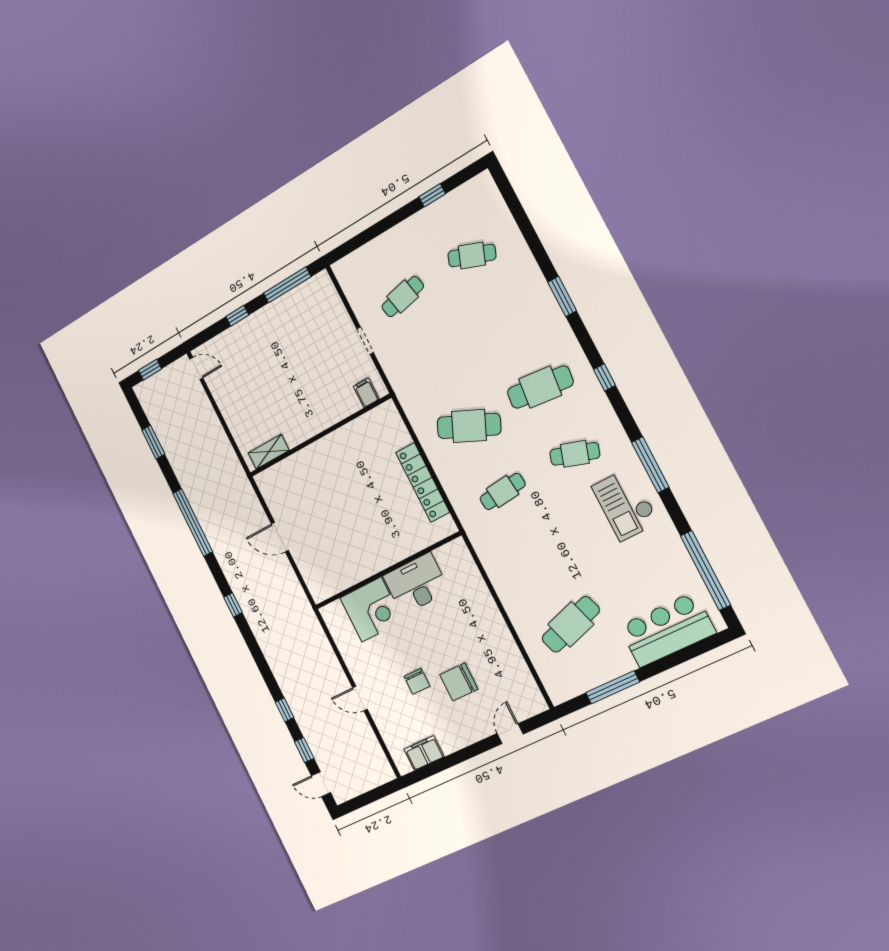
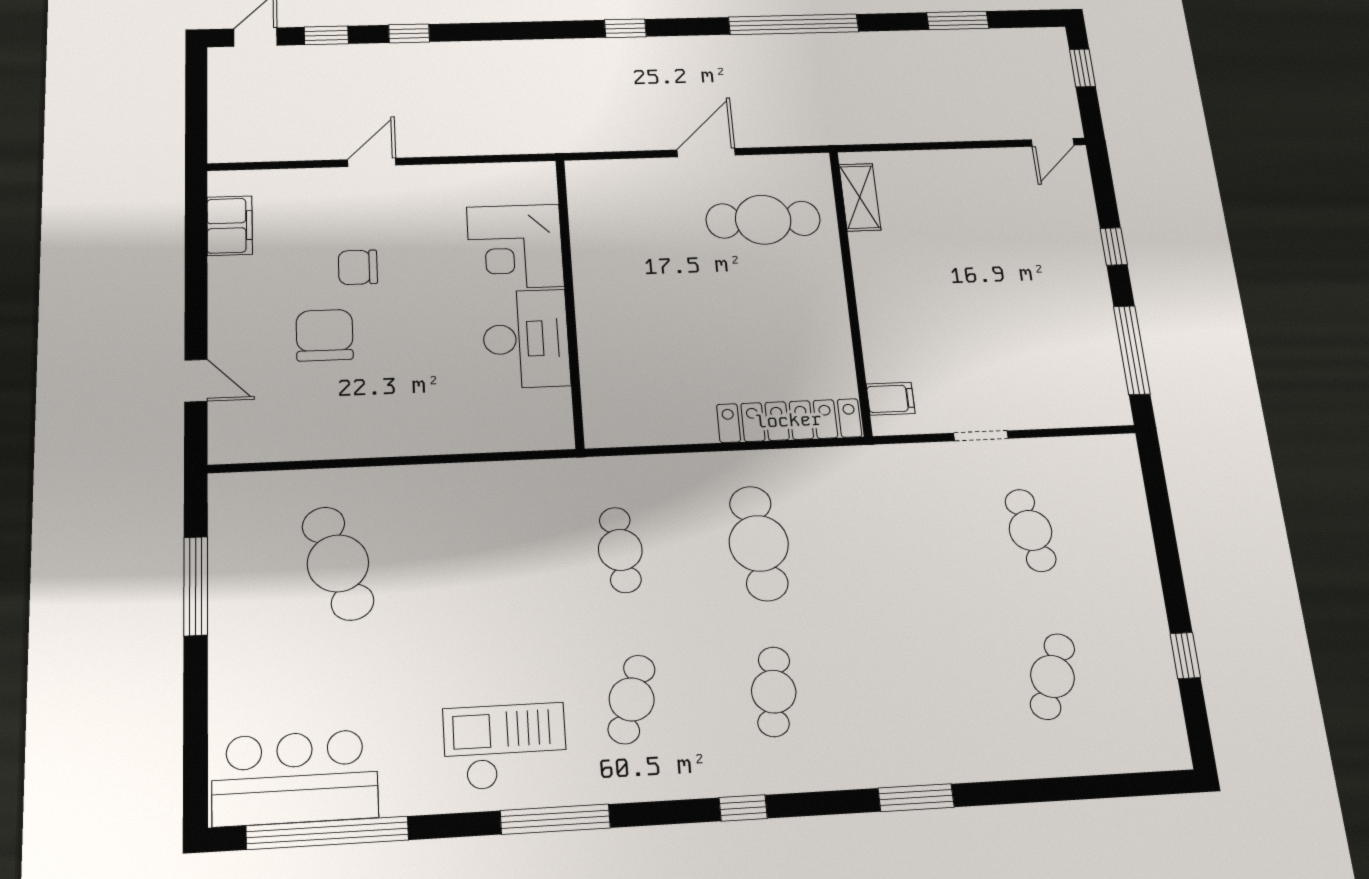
cafe table: (540, 387) -> (774, 692), width x0.73, depth x0.74
cafe table: (469, 426) -> (759, 543), turned -30
locker: (423, 482) -> (789, 421), moved
cafe table: (302, 494) -> (763, 220), added
bar counter: (667, 630) -> (295, 778), moved, turned -90

